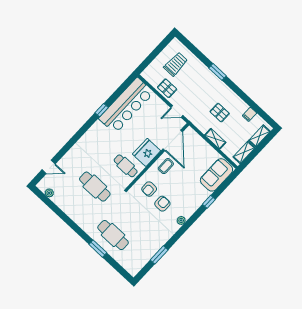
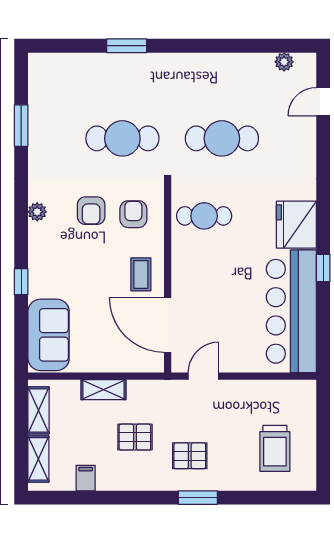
pallet: (167, 88) -> (190, 456), moved
fridge: (147, 152) -> (296, 225), moved, turned 180
cafe table: (113, 235) -> (122, 138), moved

